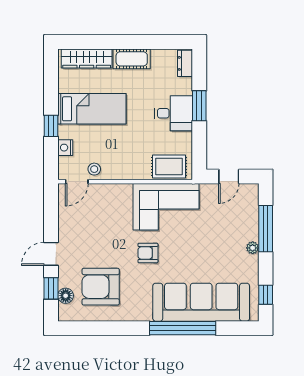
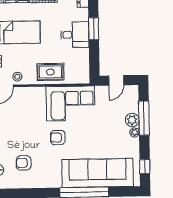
rug: (169, 166) -> (50, 72), moved
plant: (250, 231) -> (132, 120), added
armchair: (101, 287) -> (24, 163), width x0.53, depth x0.53

